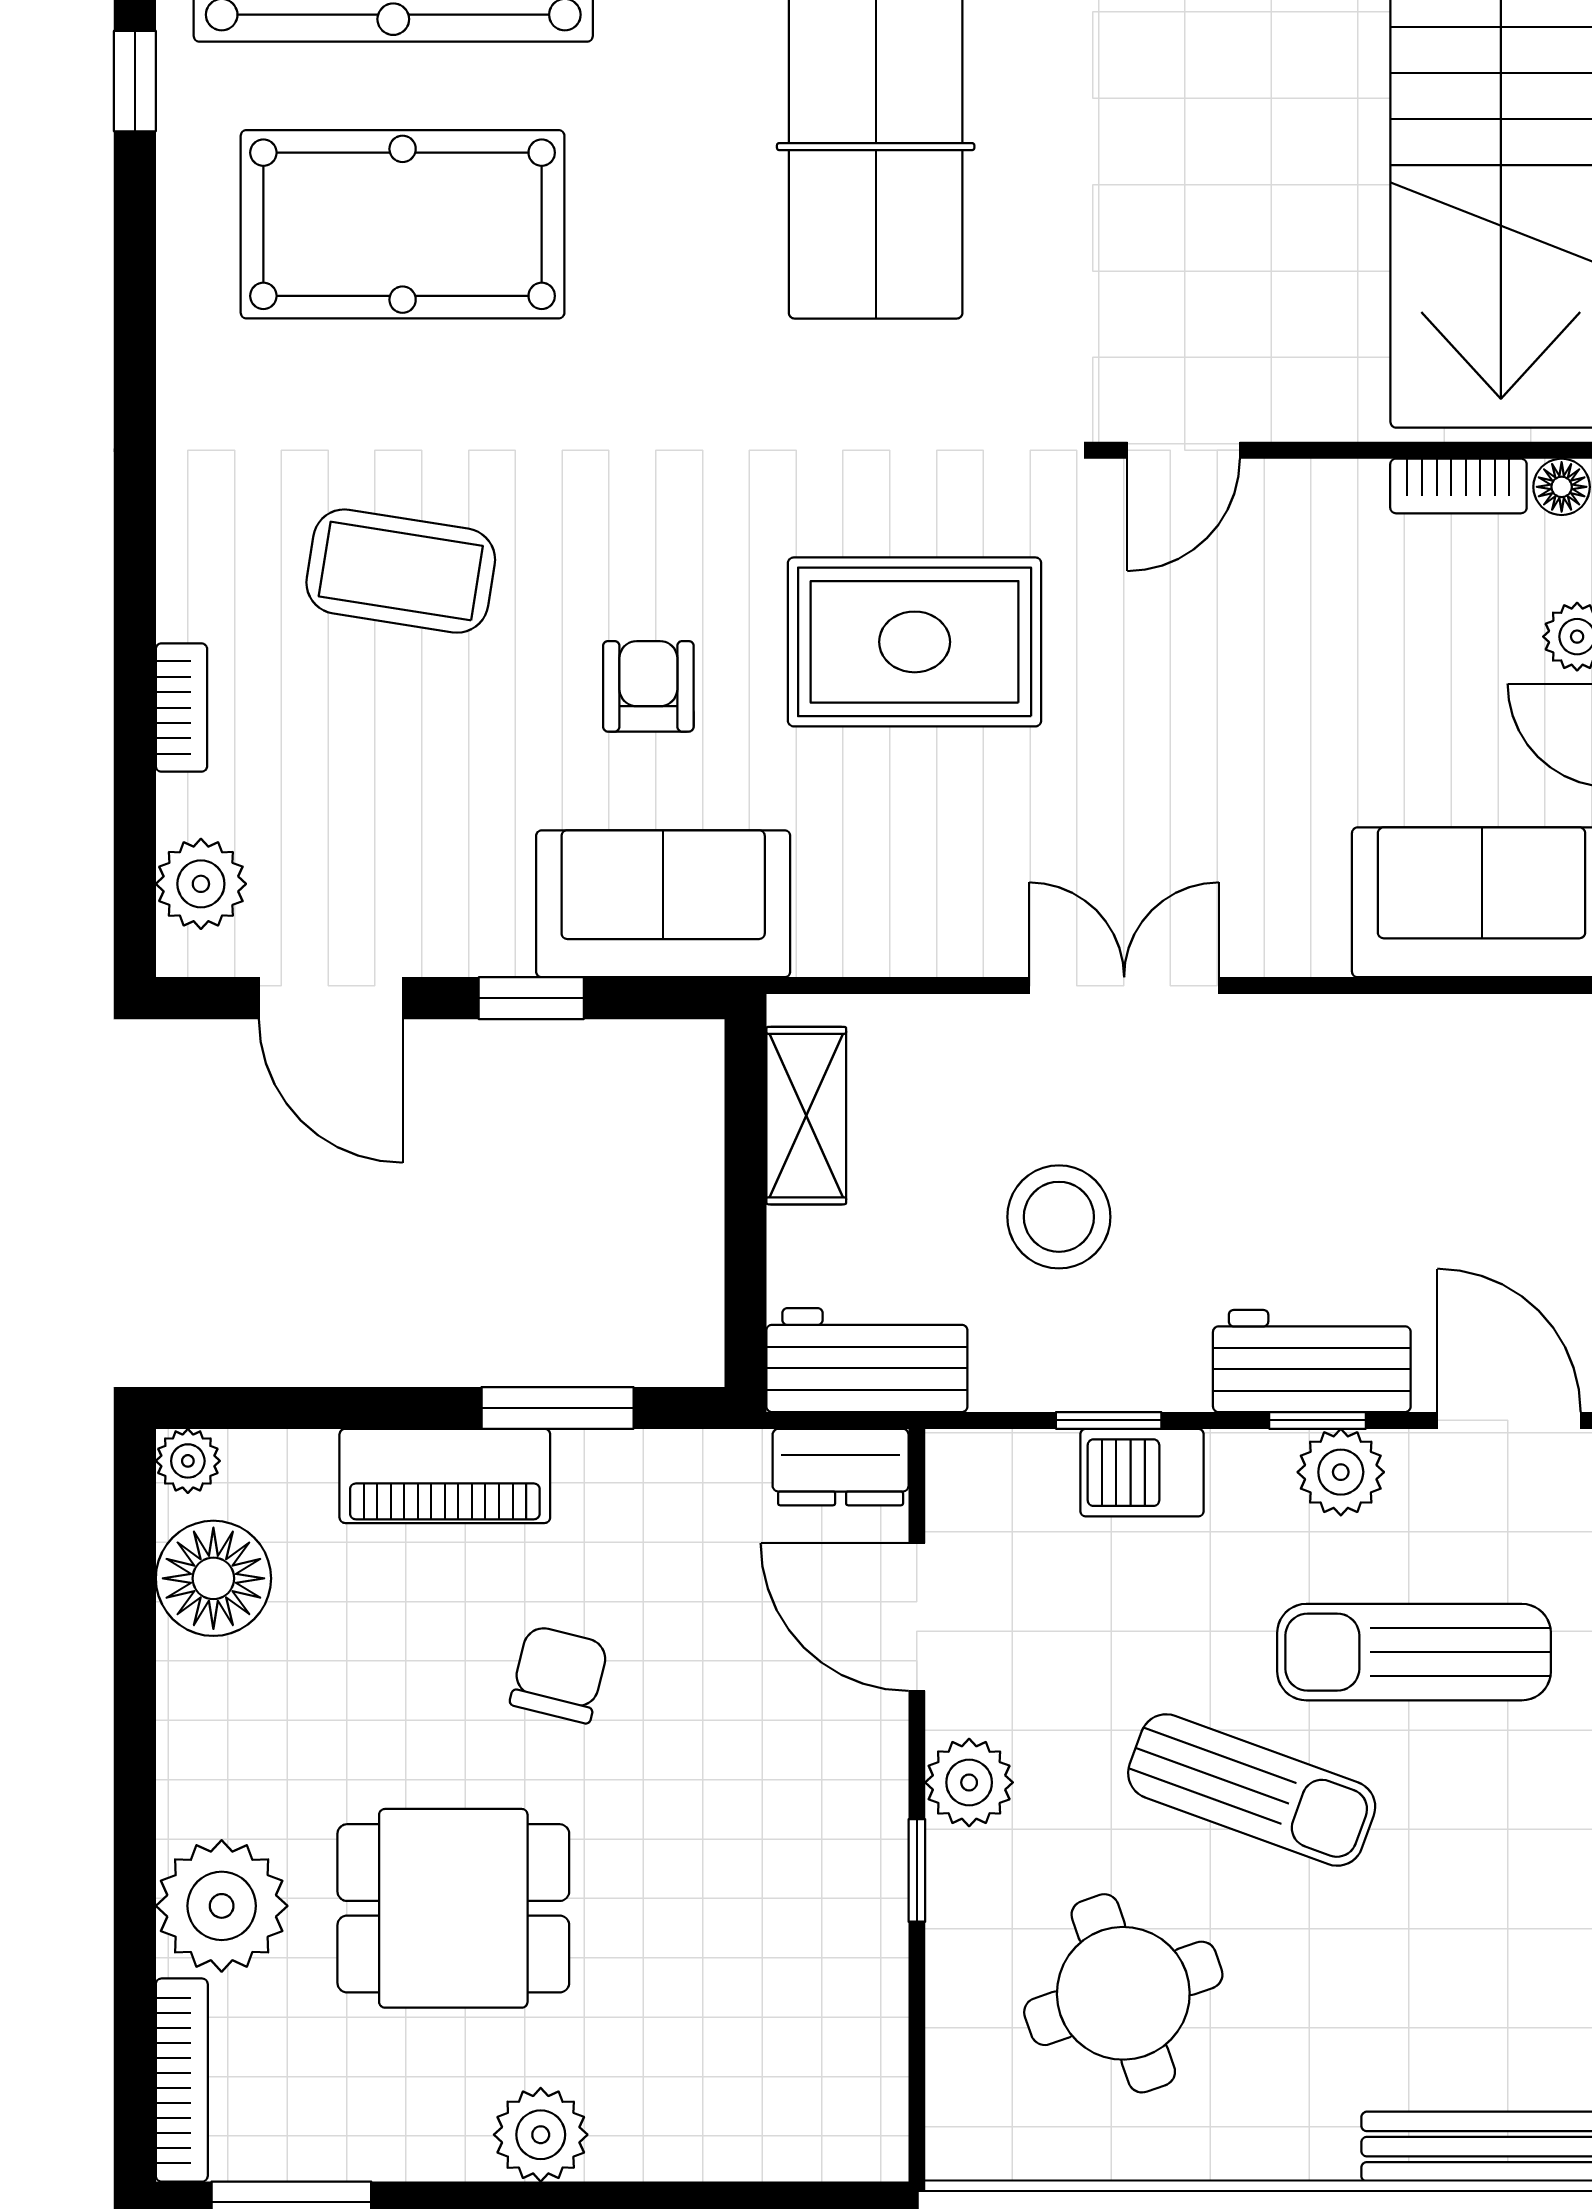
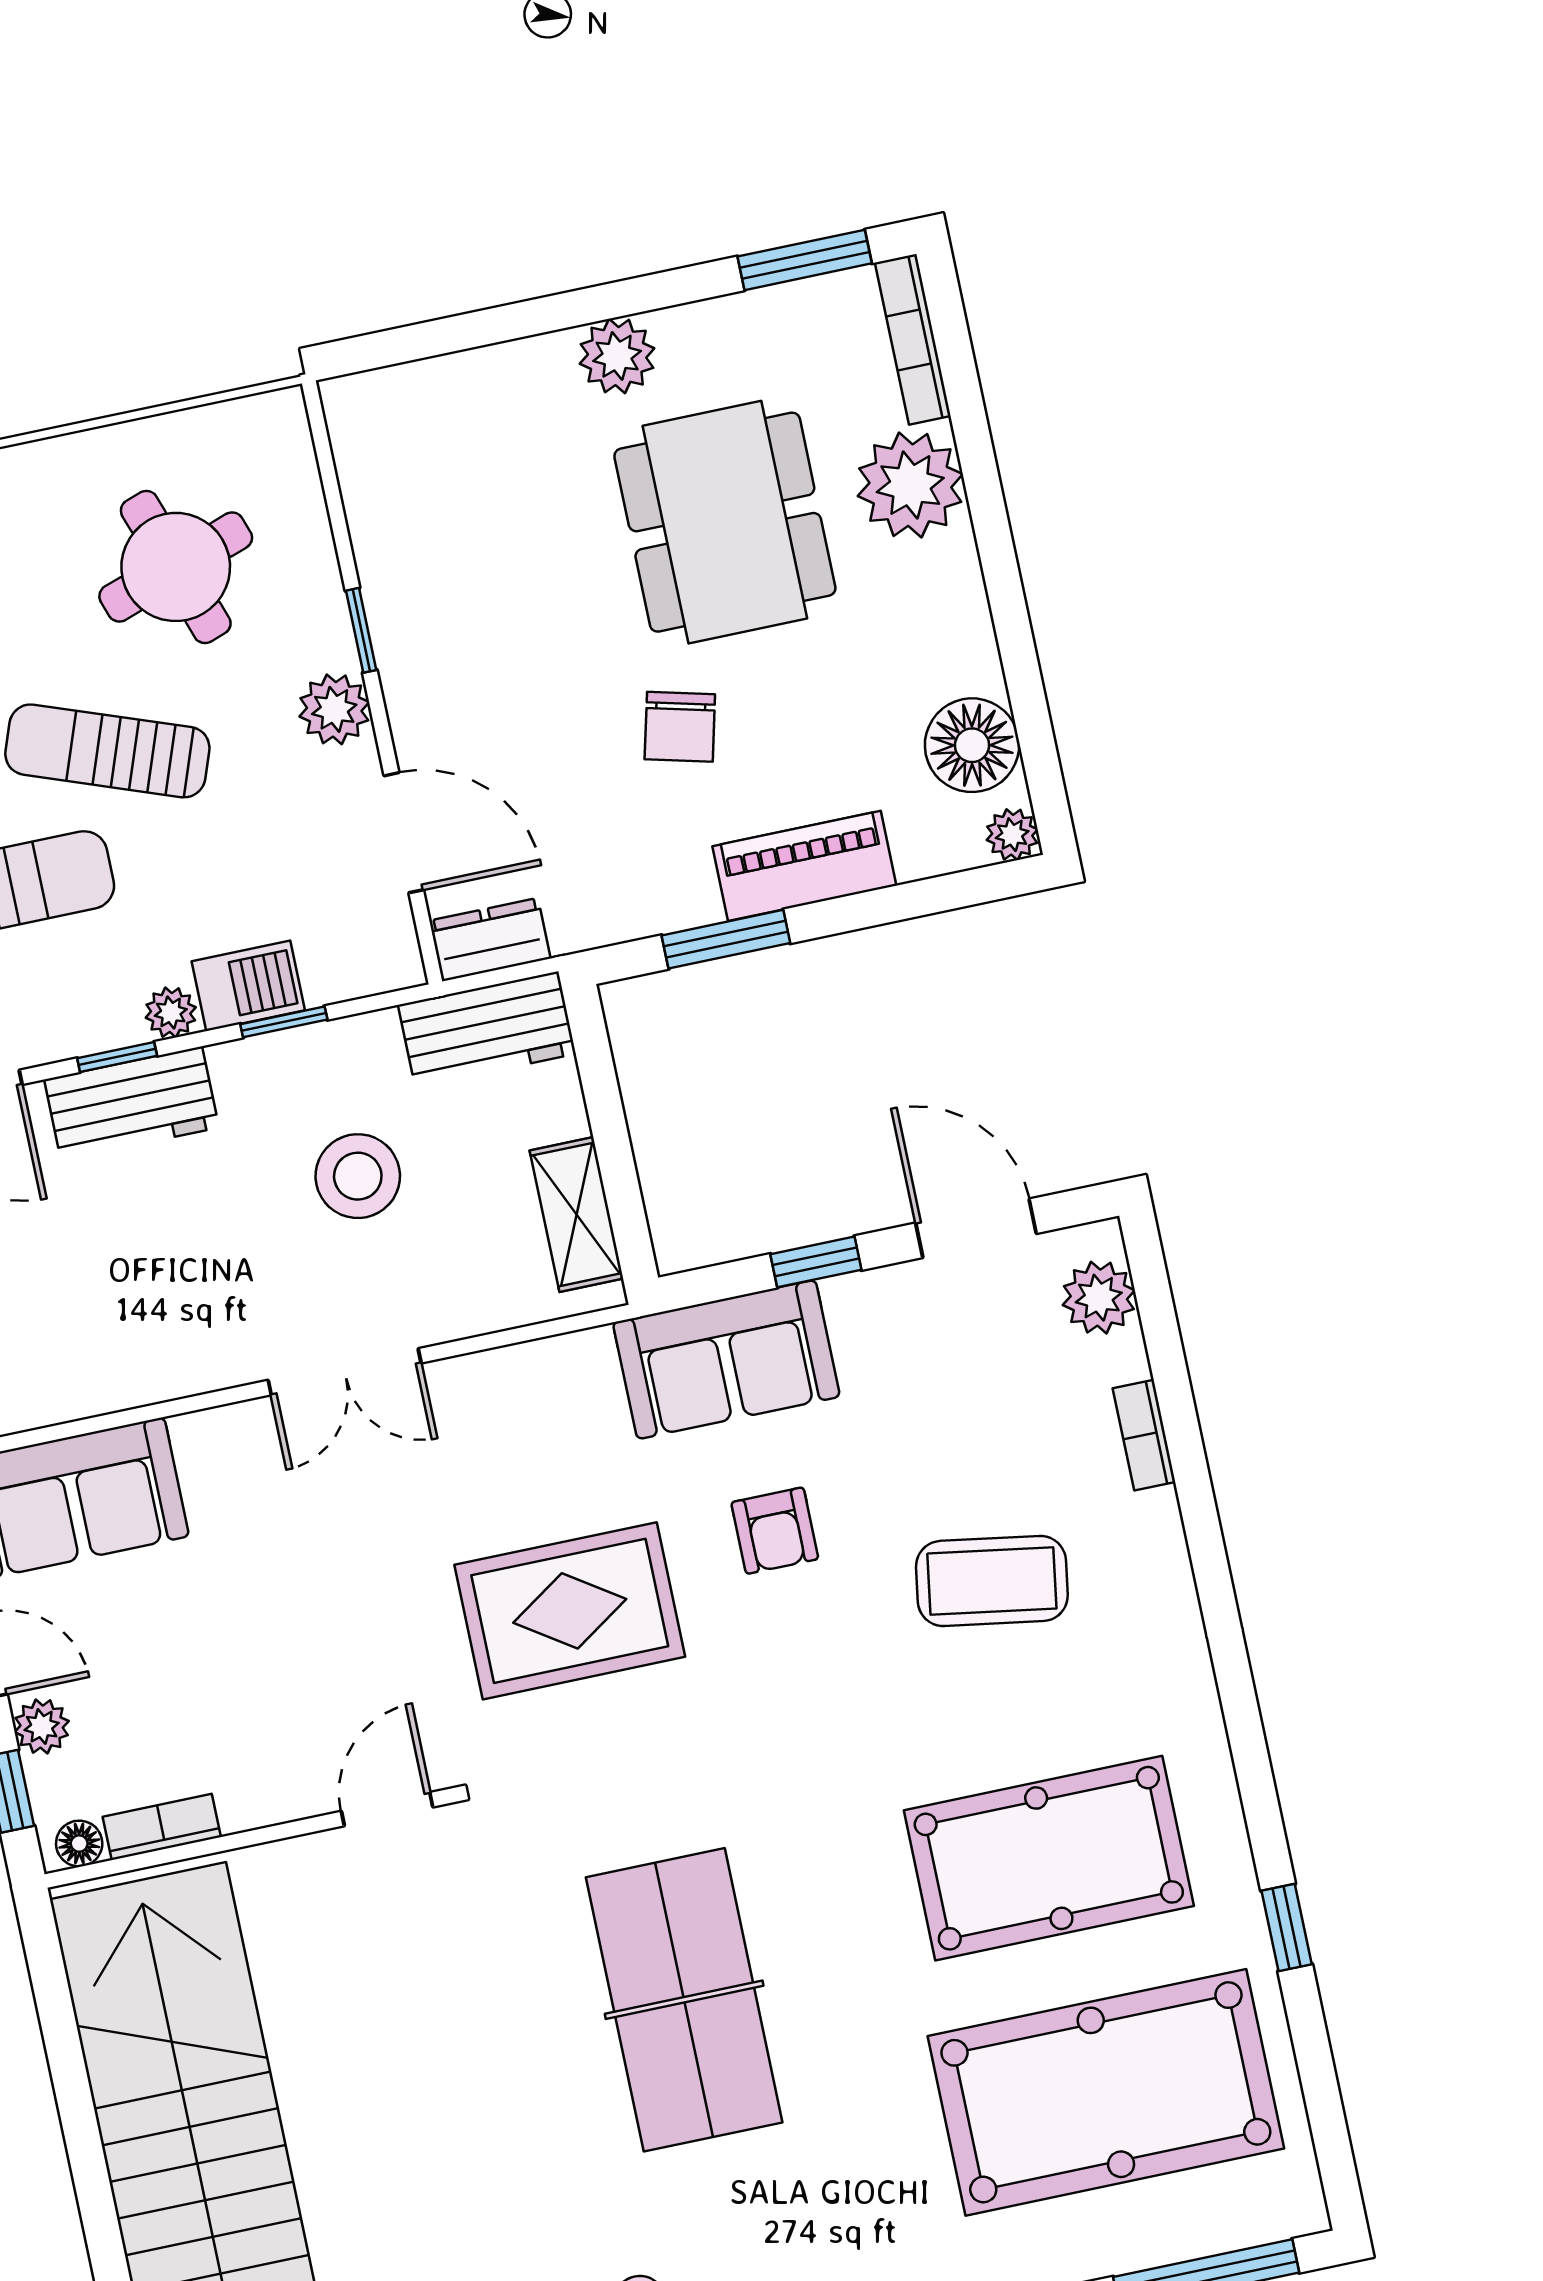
plant: (1341, 1472) -> (171, 1012), moved, width x0.73, depth x0.73
dining table: (453, 1908) -> (725, 522), width x1.37

